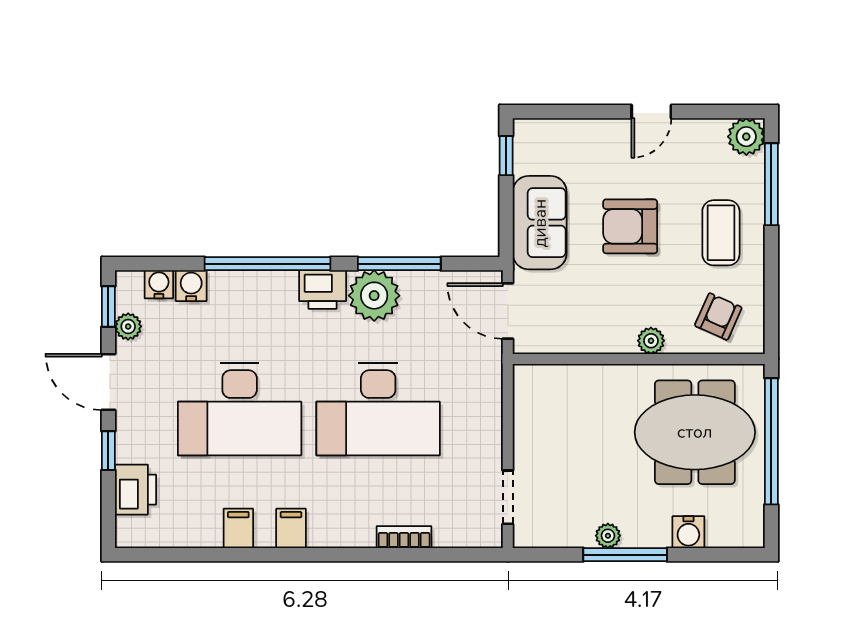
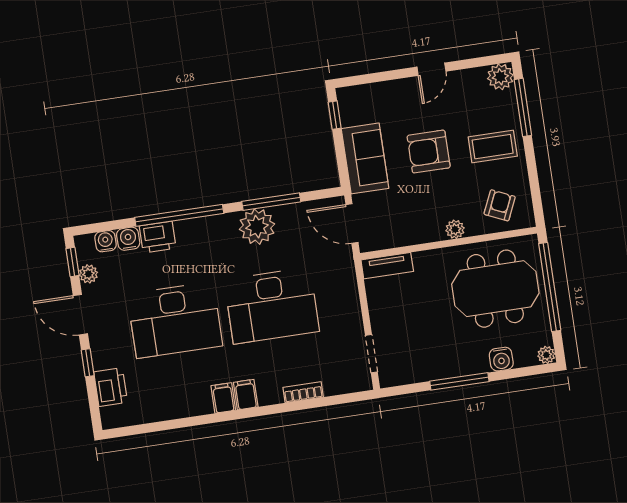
coffee table: (721, 233) -> (493, 147), turned 90
printer: (323, 289) -> (158, 237), moved
tv unit: (548, 377) -> (387, 266), added
filing cabinet: (238, 528) -> (246, 395), moved
plant: (608, 536) -> (546, 355), moved

